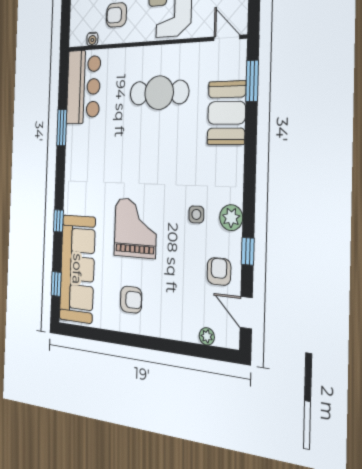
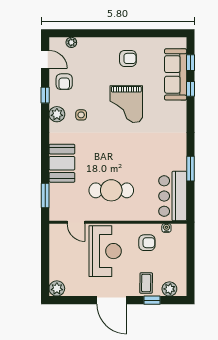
door: (227, 38) -> (76, 222), moved
booth: (227, 113) -> (62, 163), moved
window: (58, 221) -> (190, 89), moved
sofa: (77, 269) -> (176, 74), width x0.74, depth x0.79
armchair: (131, 300) -> (128, 58), turned 180

